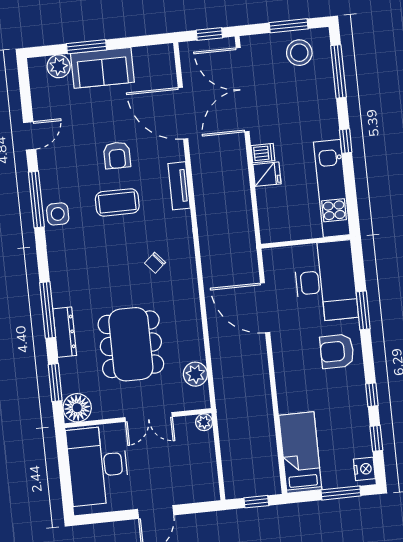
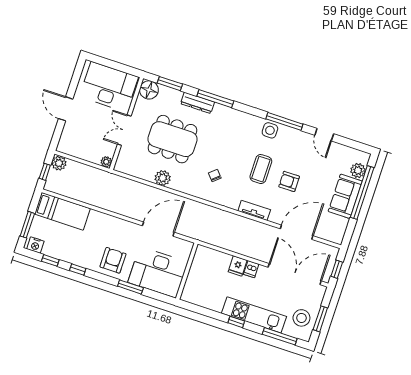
window: (87, 47) -> (362, 192), width x2.11
kitchen unit: (332, 188) -> (254, 315), moved
plant: (195, 374) -> (163, 178), moved
plant: (235, 487) -> (59, 163), added

